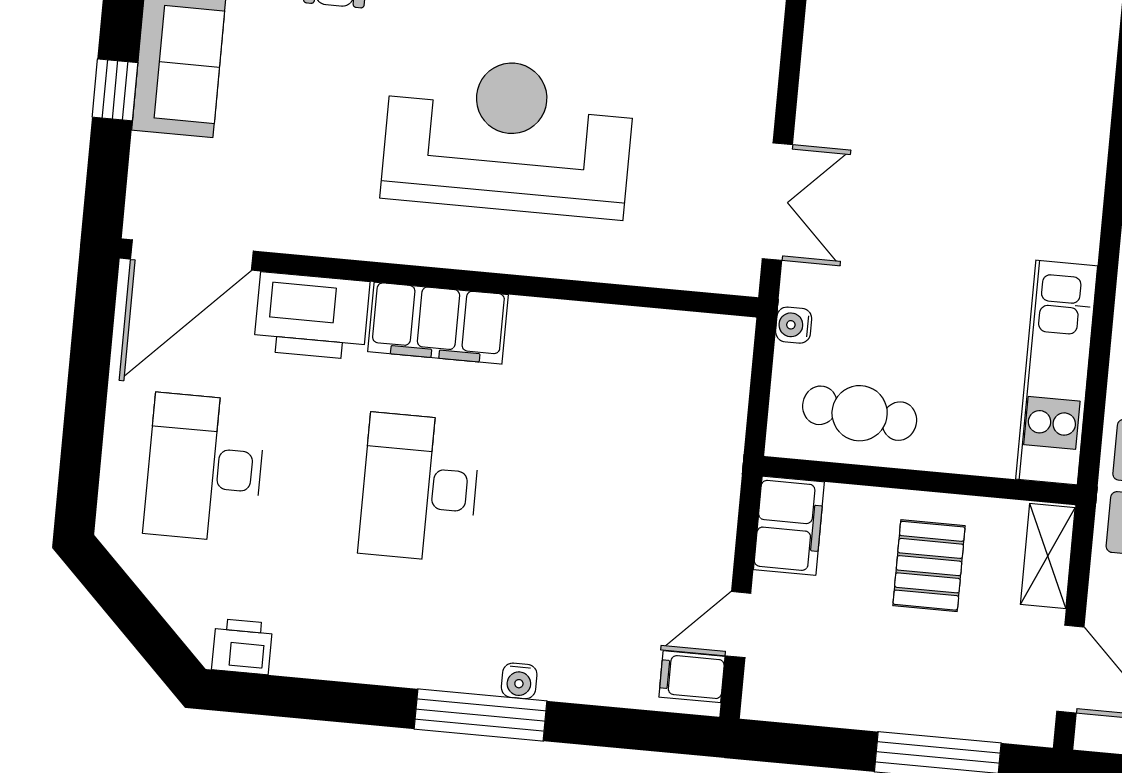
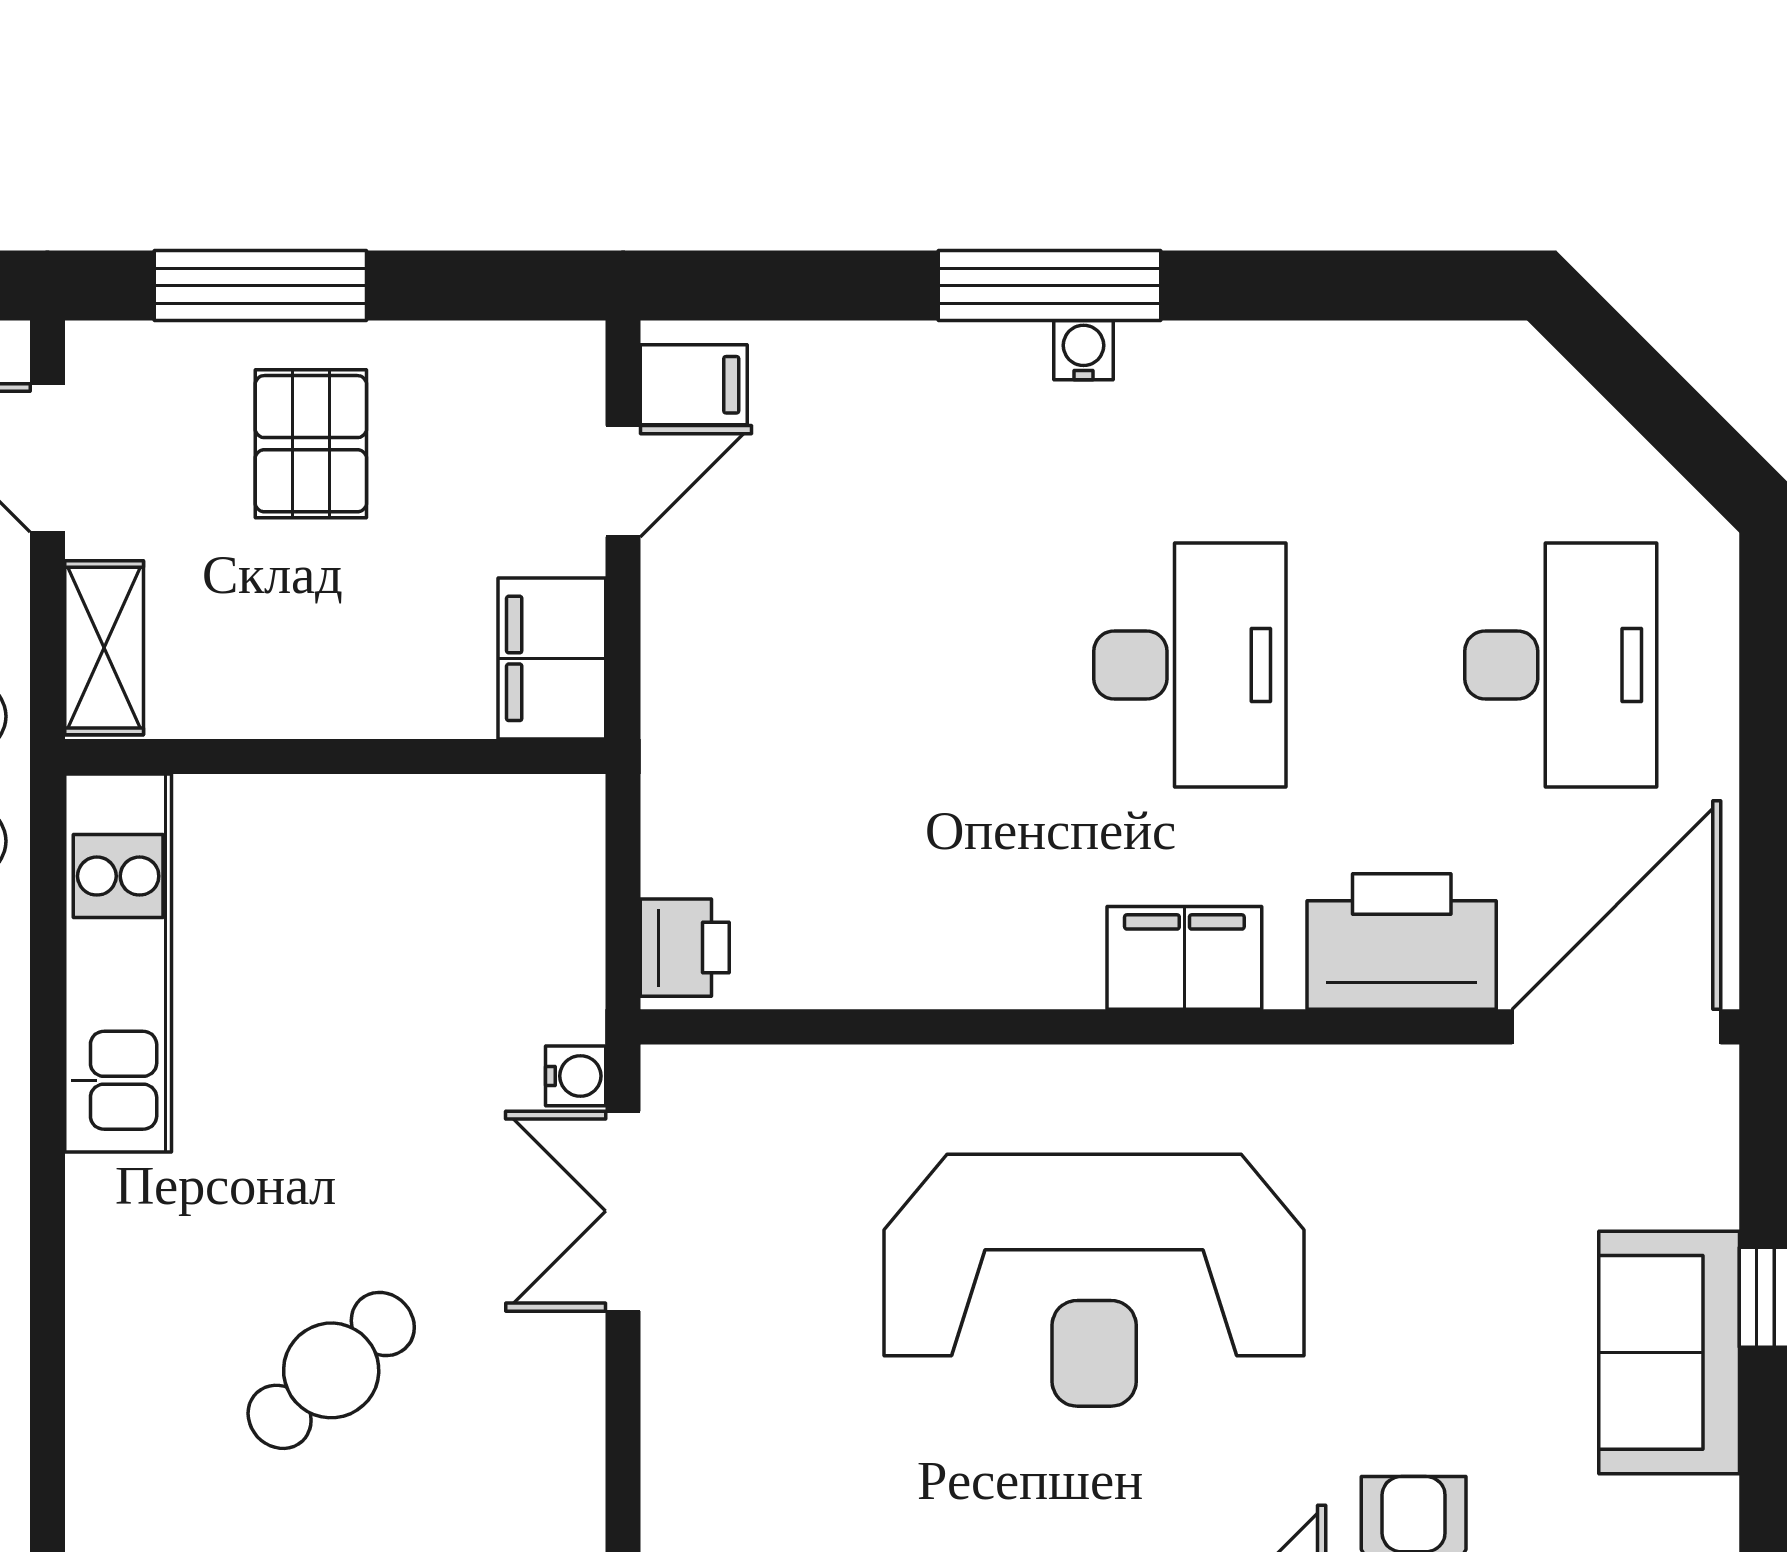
filing cabinet: (438, 323) -> (1184, 958), width x0.67, depth x0.86
water cooler: (794, 325) -> (576, 1076), moved
cafe table: (860, 413) -> (331, 1370), moved, turned -48
pallet: (929, 566) -> (311, 444), moved
printer: (242, 647) -> (685, 948), moved, turned -90
water cooler: (519, 681) -> (1083, 350), moved

